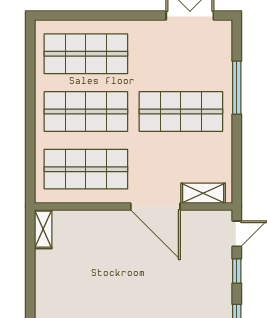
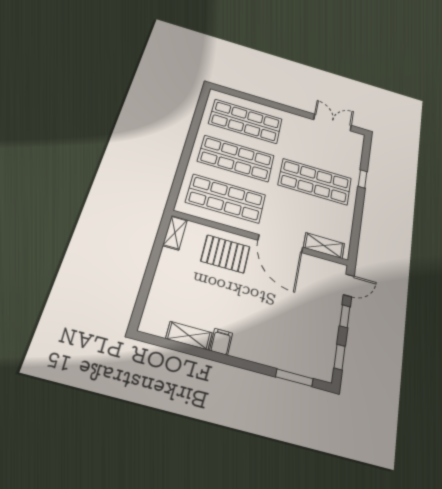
window: (237, 88) -> (363, 179), width x0.46
pallet: (100, 237) -> (225, 254), added

